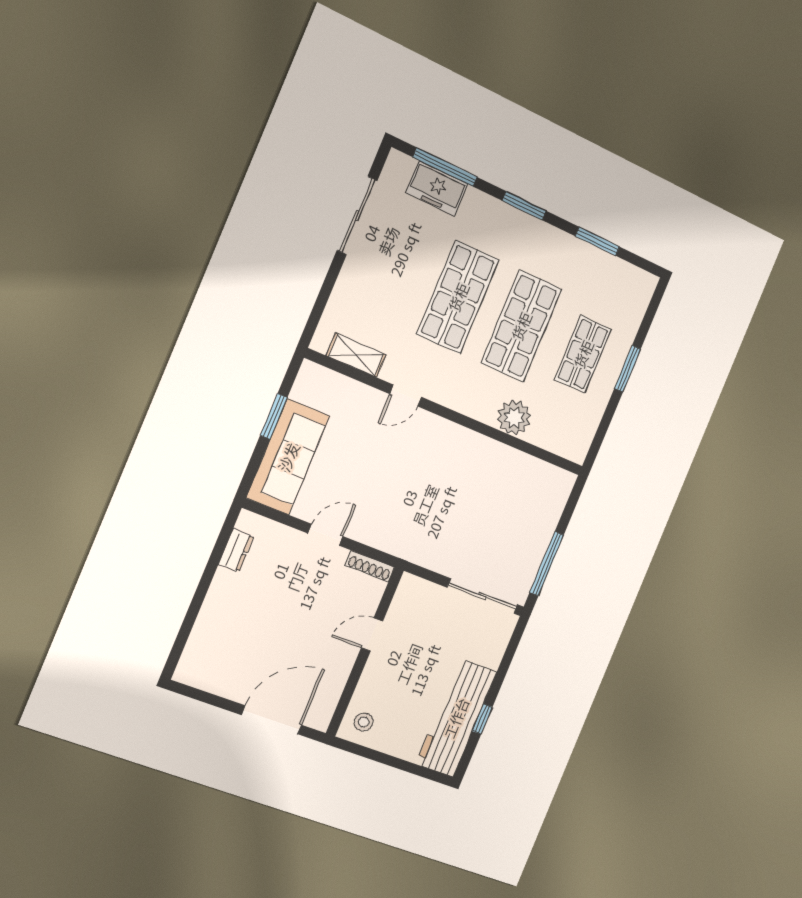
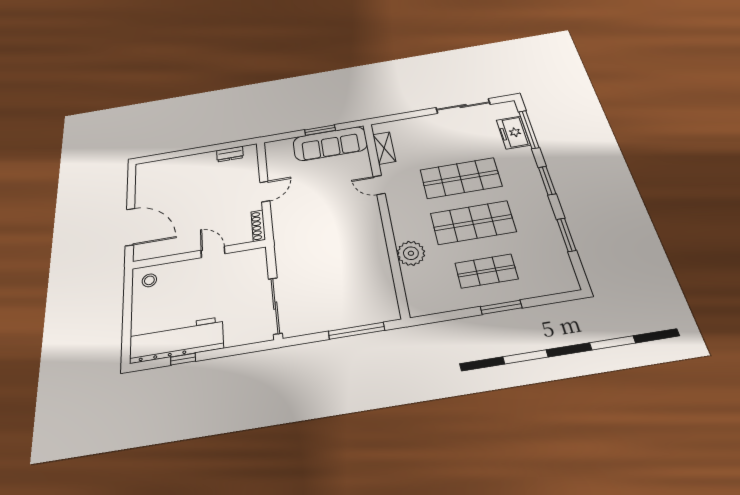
sofa: (288, 457) -> (330, 144), moved
door: (325, 535) -> (265, 191), hinge flipped
window: (547, 564) -> (356, 331), moved

